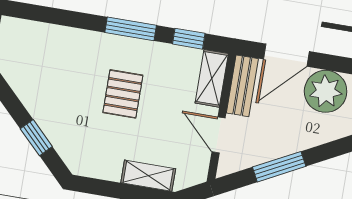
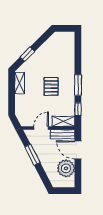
pallet: (123, 94) -> (51, 86), turned 90
shelving: (148, 176) -> (20, 83), moved

